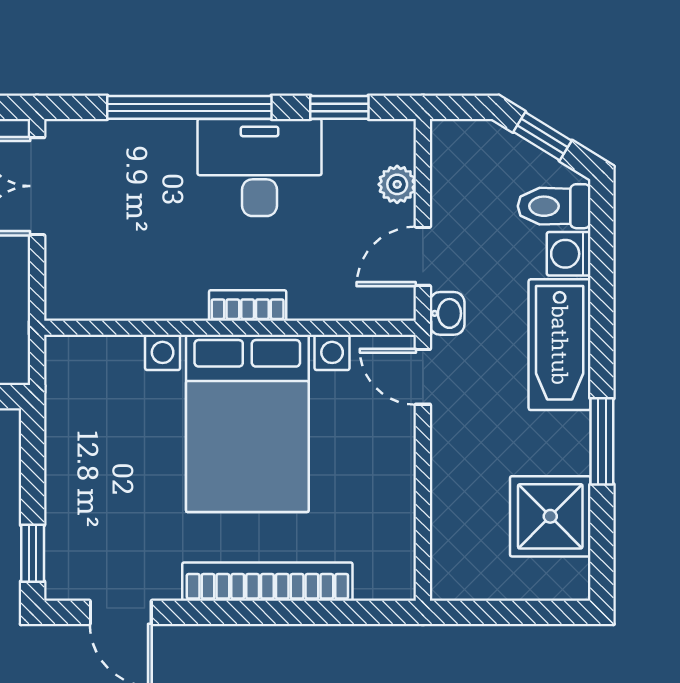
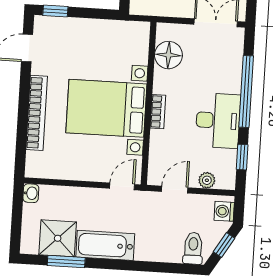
washing machine: (569, 254) -> (224, 211), moved, turned -90
door: (423, 256) -> (175, 190), hinge flipped
floor lamp: (117, 289) -> (168, 55), added
washbasin: (447, 313) -> (31, 193), moved, turned -90
bathtub: (560, 345) -> (105, 245), moved
window: (602, 441) -> (66, 262), moved

